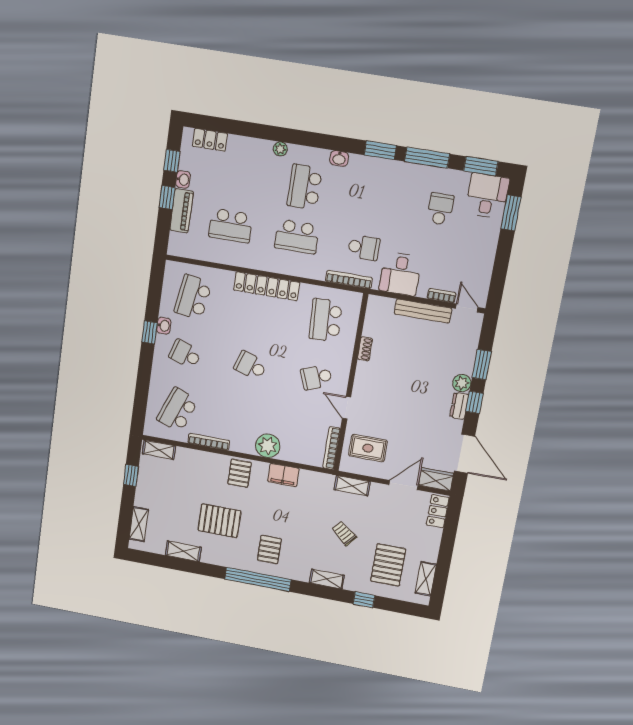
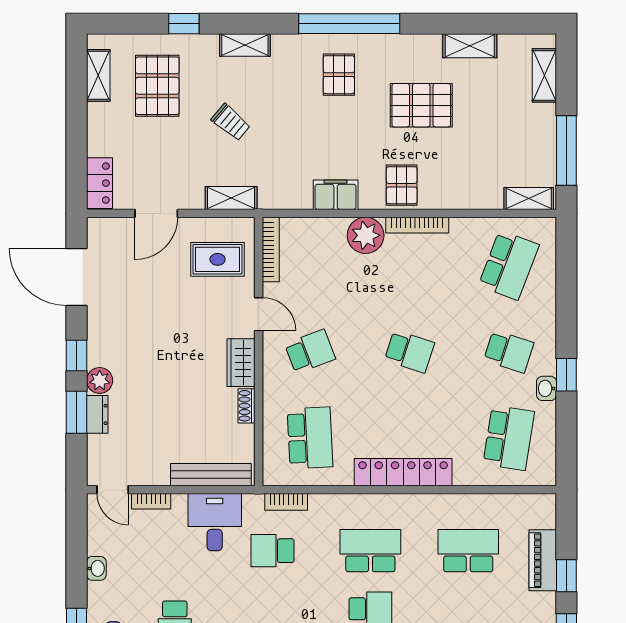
washbasin: (183, 180) -> (96, 568), moved, turned 180
bookcase: (349, 279) -> (286, 502), width x0.64
bench: (423, 311) -> (211, 475), moved
dresser: (459, 406) -> (97, 414), moved
bookcase: (209, 442) -> (417, 225), moved
window: (131, 475) -> (566, 151), width x2.17
wardrobe: (436, 479) -> (241, 363), moved, turned 90

